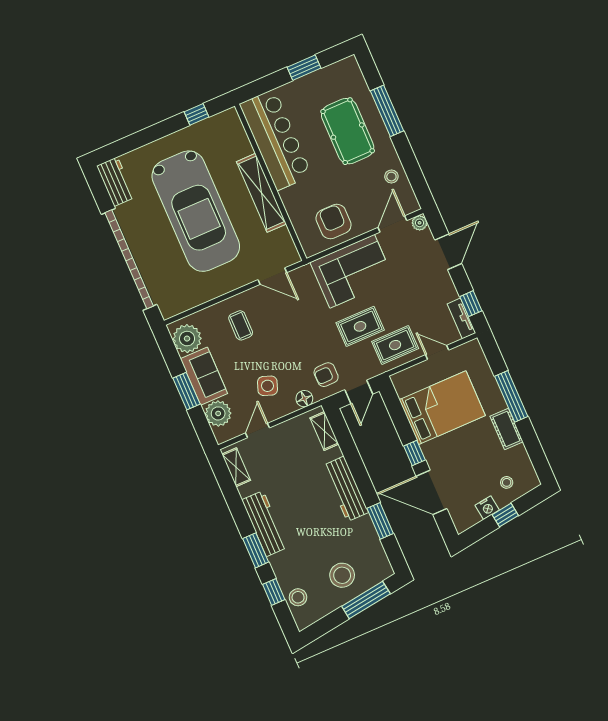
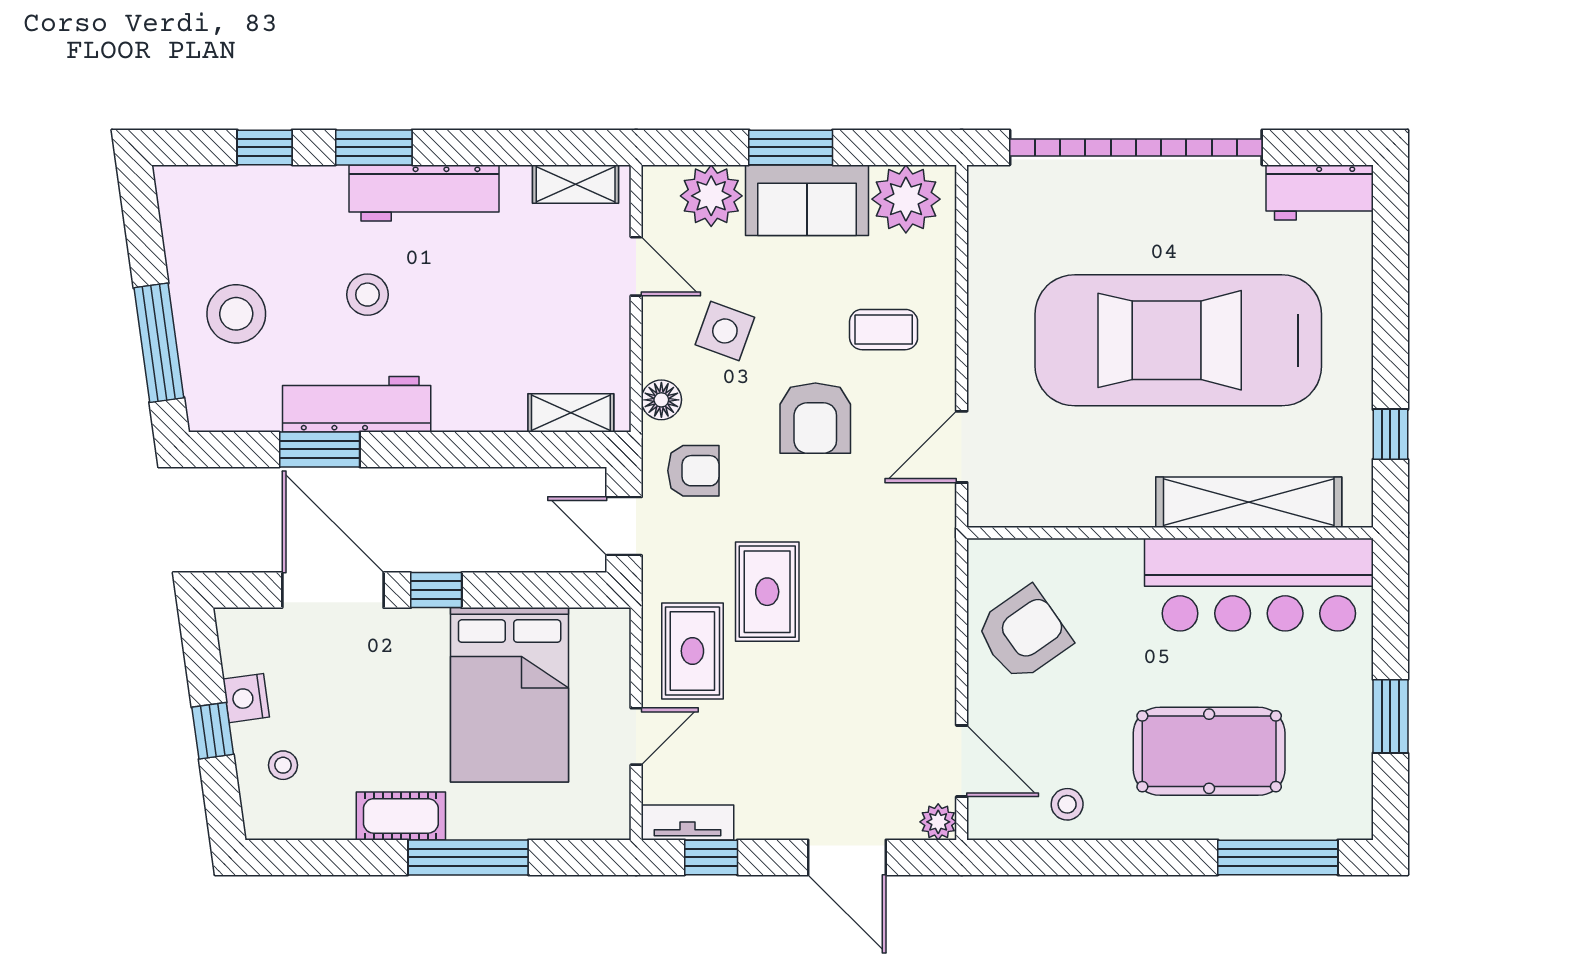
window: (387, 111) -> (1278, 857), moved
shelving: (261, 193) -> (1249, 502), moved
armchair: (334, 221) -> (1024, 634), turned -35
corner sofa: (352, 271) -> (896, 627), removed
armchair: (286, 337) -> (815, 418), added
armchair: (326, 375) -> (693, 471), turned 90
workbench: (346, 489) -> (357, 404), moved
door: (432, 492) -> (333, 590), hinge flipped
stool: (298, 597) -> (367, 295), moved

